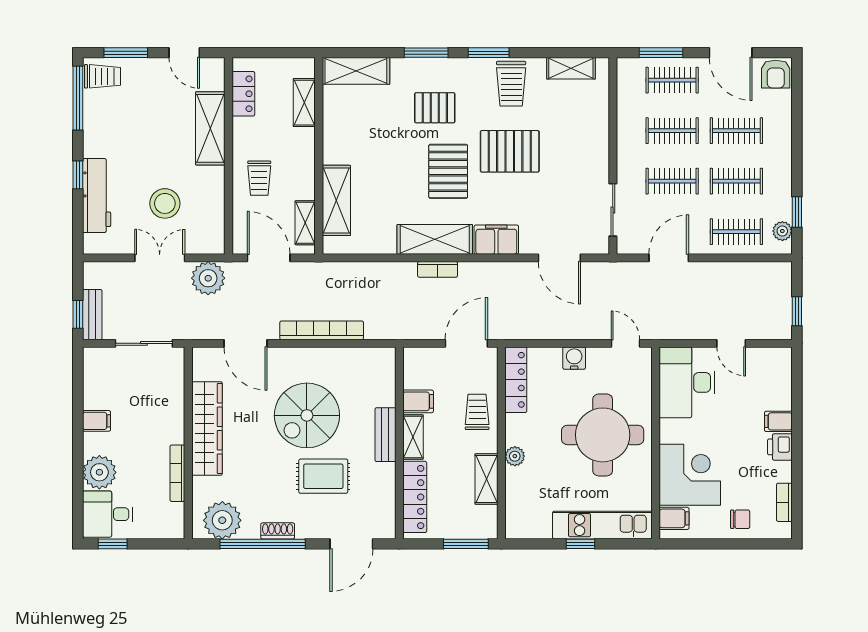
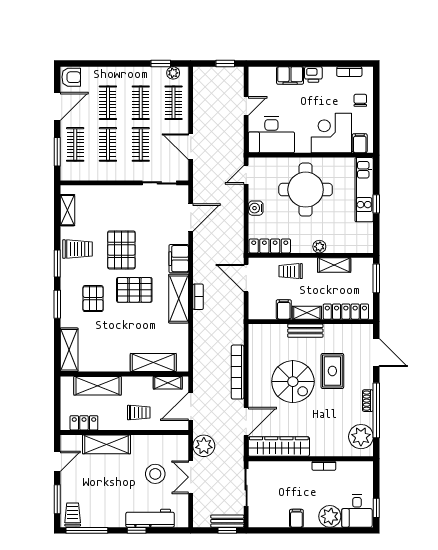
shelving: (304, 103) -> (98, 386), width x1.50, depth x1.33
filing cabinet: (778, 421) -> (290, 75), width x2.00
wardrobe: (207, 428) -> (279, 447), moved
bookcase: (177, 473) -> (324, 466), width x0.64

